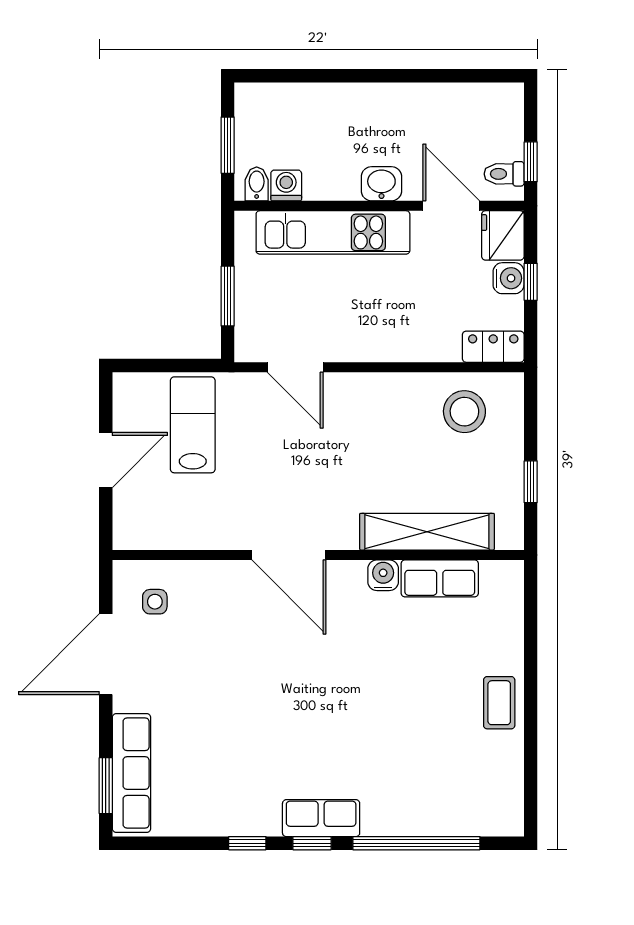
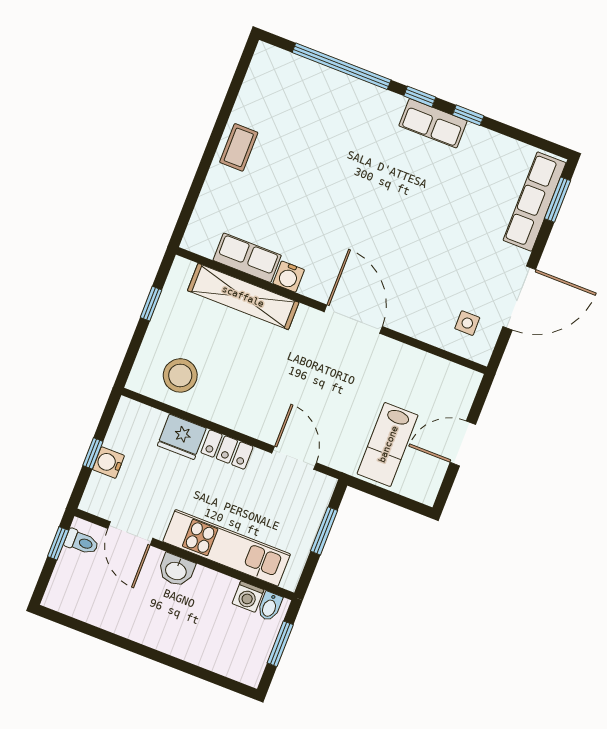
fridge: (503, 235) -> (182, 437), moved, turned 90
locker: (493, 347) -> (227, 450), moved
row of seats: (321, 818) -> (433, 123), moved

